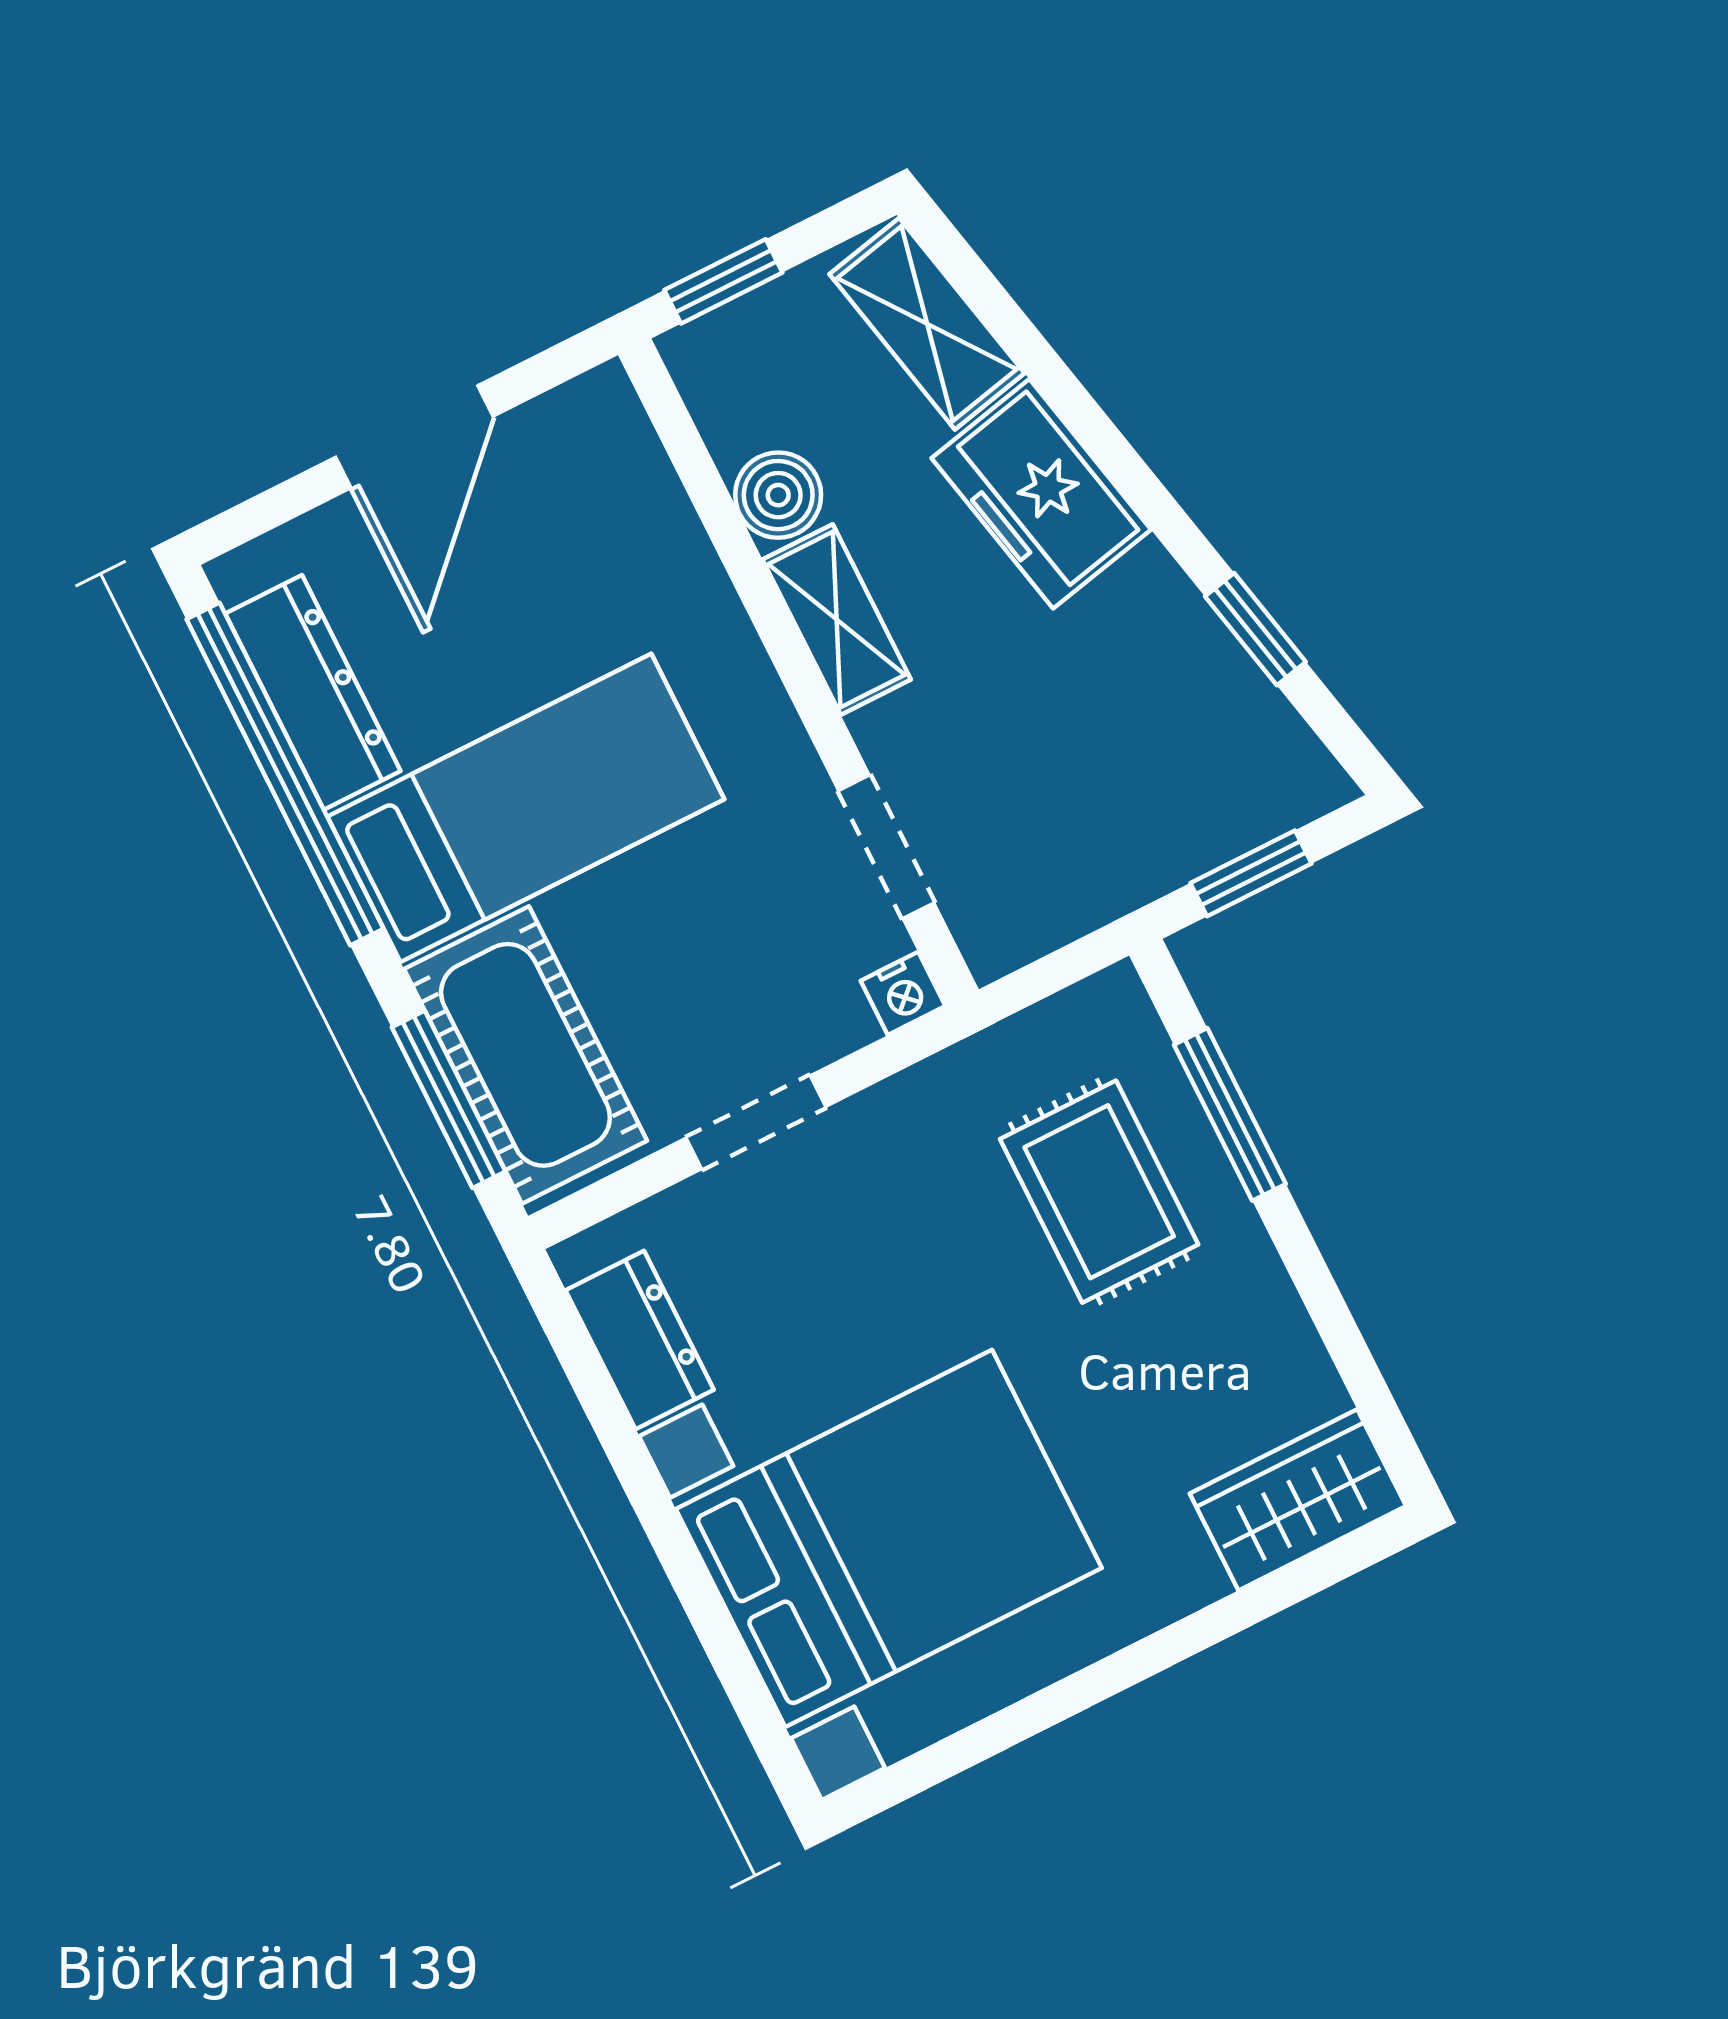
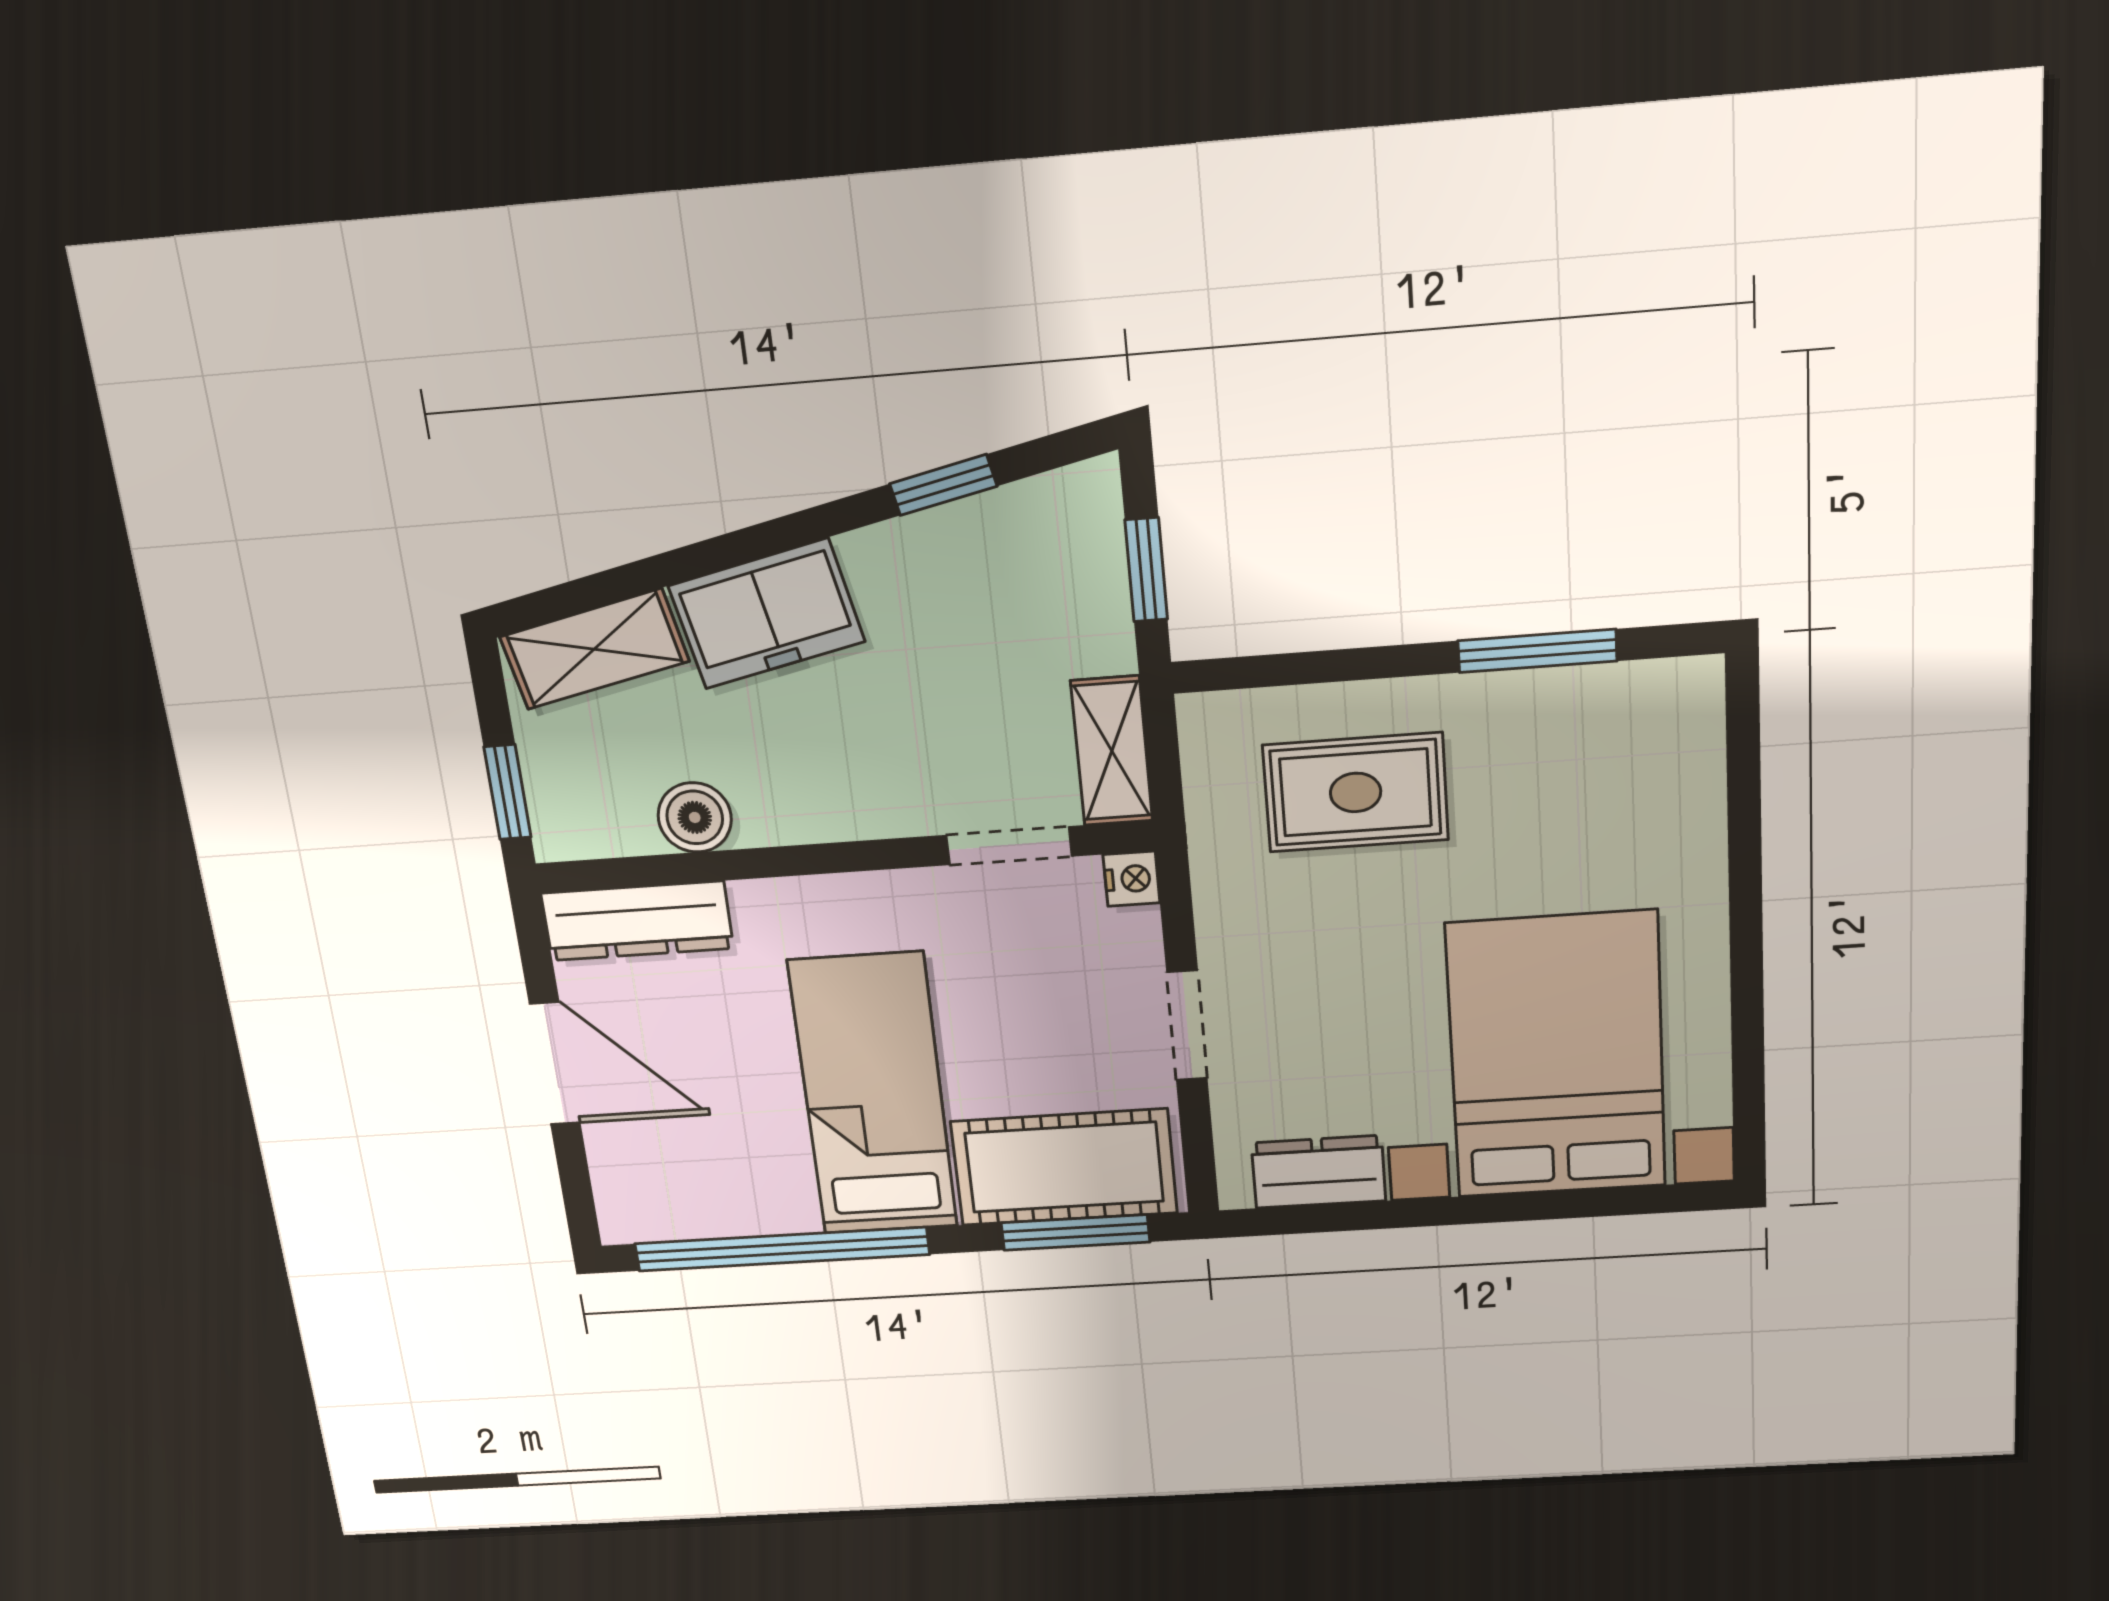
shelving: (837, 619) -> (1112, 751), moved, turned 90
dresser: (313, 692) -> (637, 921), moved, turned 180
window: (1230, 1114) -> (1537, 651), moved
wardrobe: (1298, 1500) -> (1677, 737), removed

